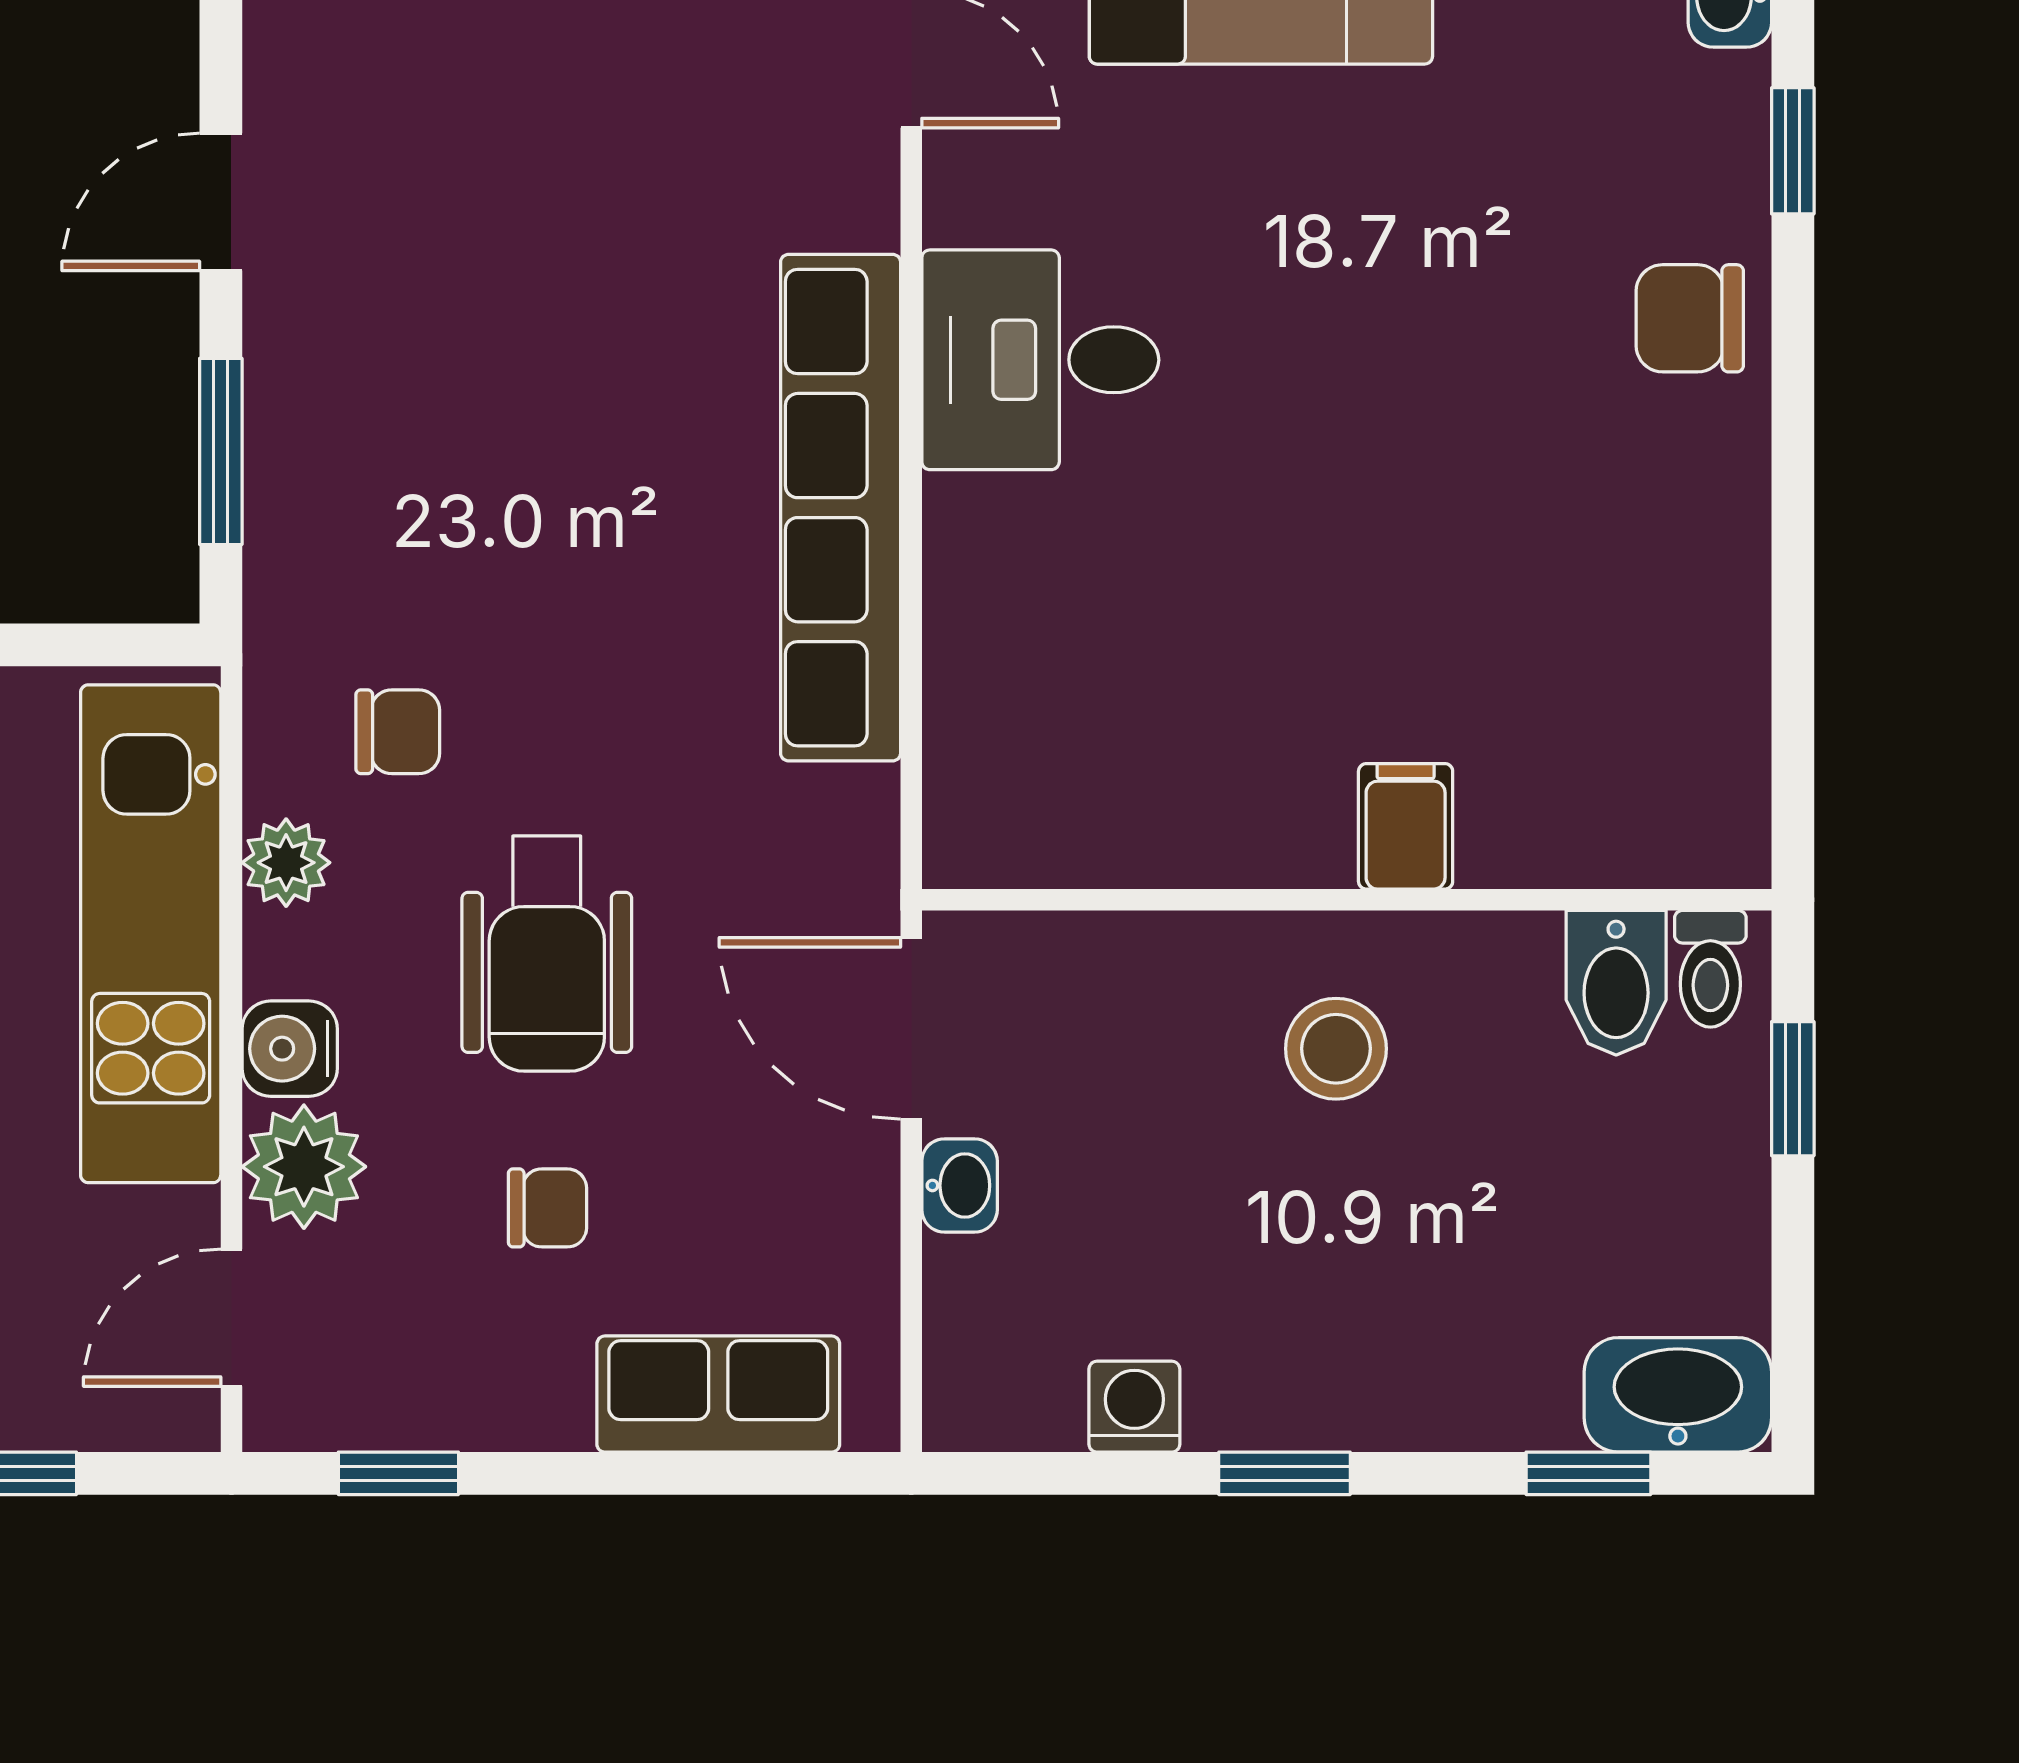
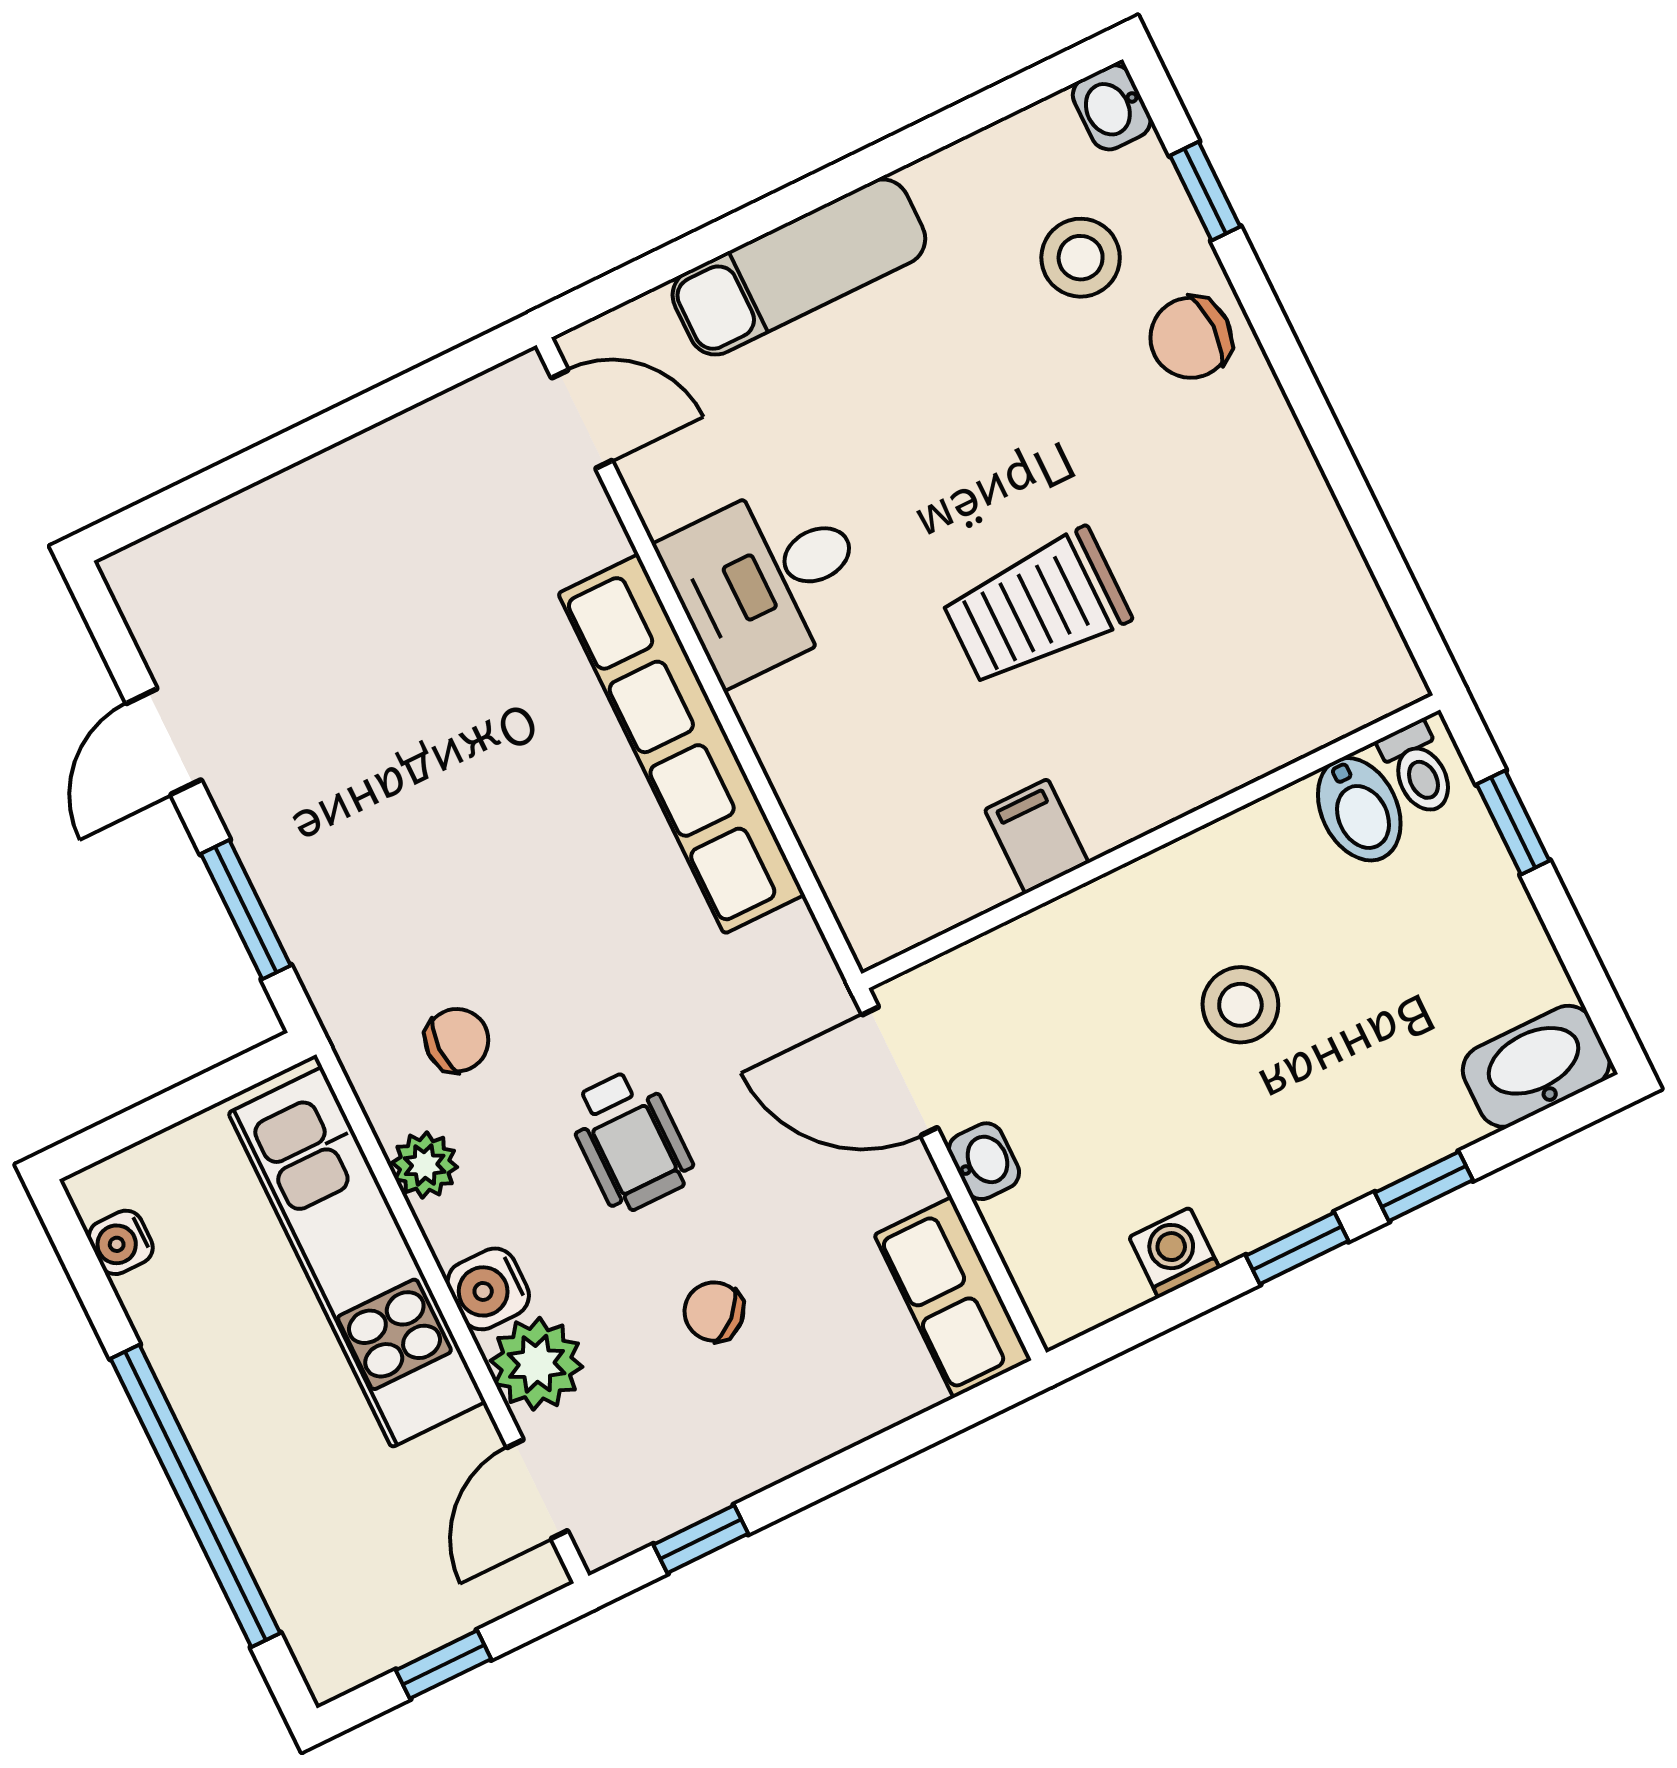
stool: (1604, 158) -> (1081, 258), added
trolley: (1346, 552) -> (1036, 608), added
filing cabinet: (1406, 826) -> (1037, 836), moved
wheelchair: (547, 954) -> (630, 1141), width x0.73, depth x0.73
stool: (1336, 1049) -> (1240, 1005), moved
chair: (547, 1208) -> (714, 1312), turned -133
row of seats: (718, 1394) -> (953, 1297), moved, turned -90
window: (1588, 1473) -> (1424, 1186), moved

